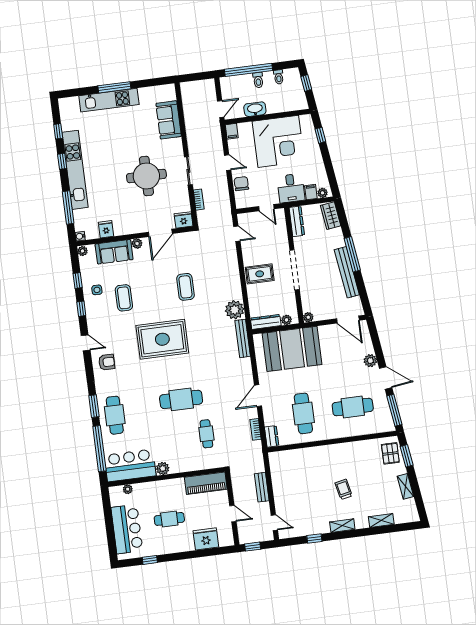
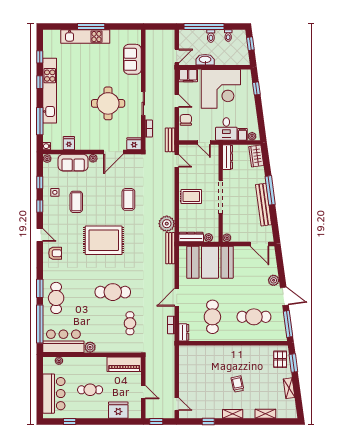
filing cabinet: (232, 131) -> (188, 76), width x2.00
bench: (262, 487) -> (170, 140), moved

